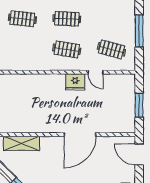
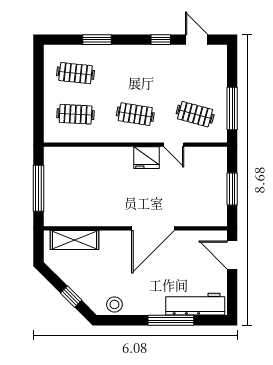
clothes rail: (67, 19) -> (76, 114), moved
window: (139, 31) -> (232, 109), moved

